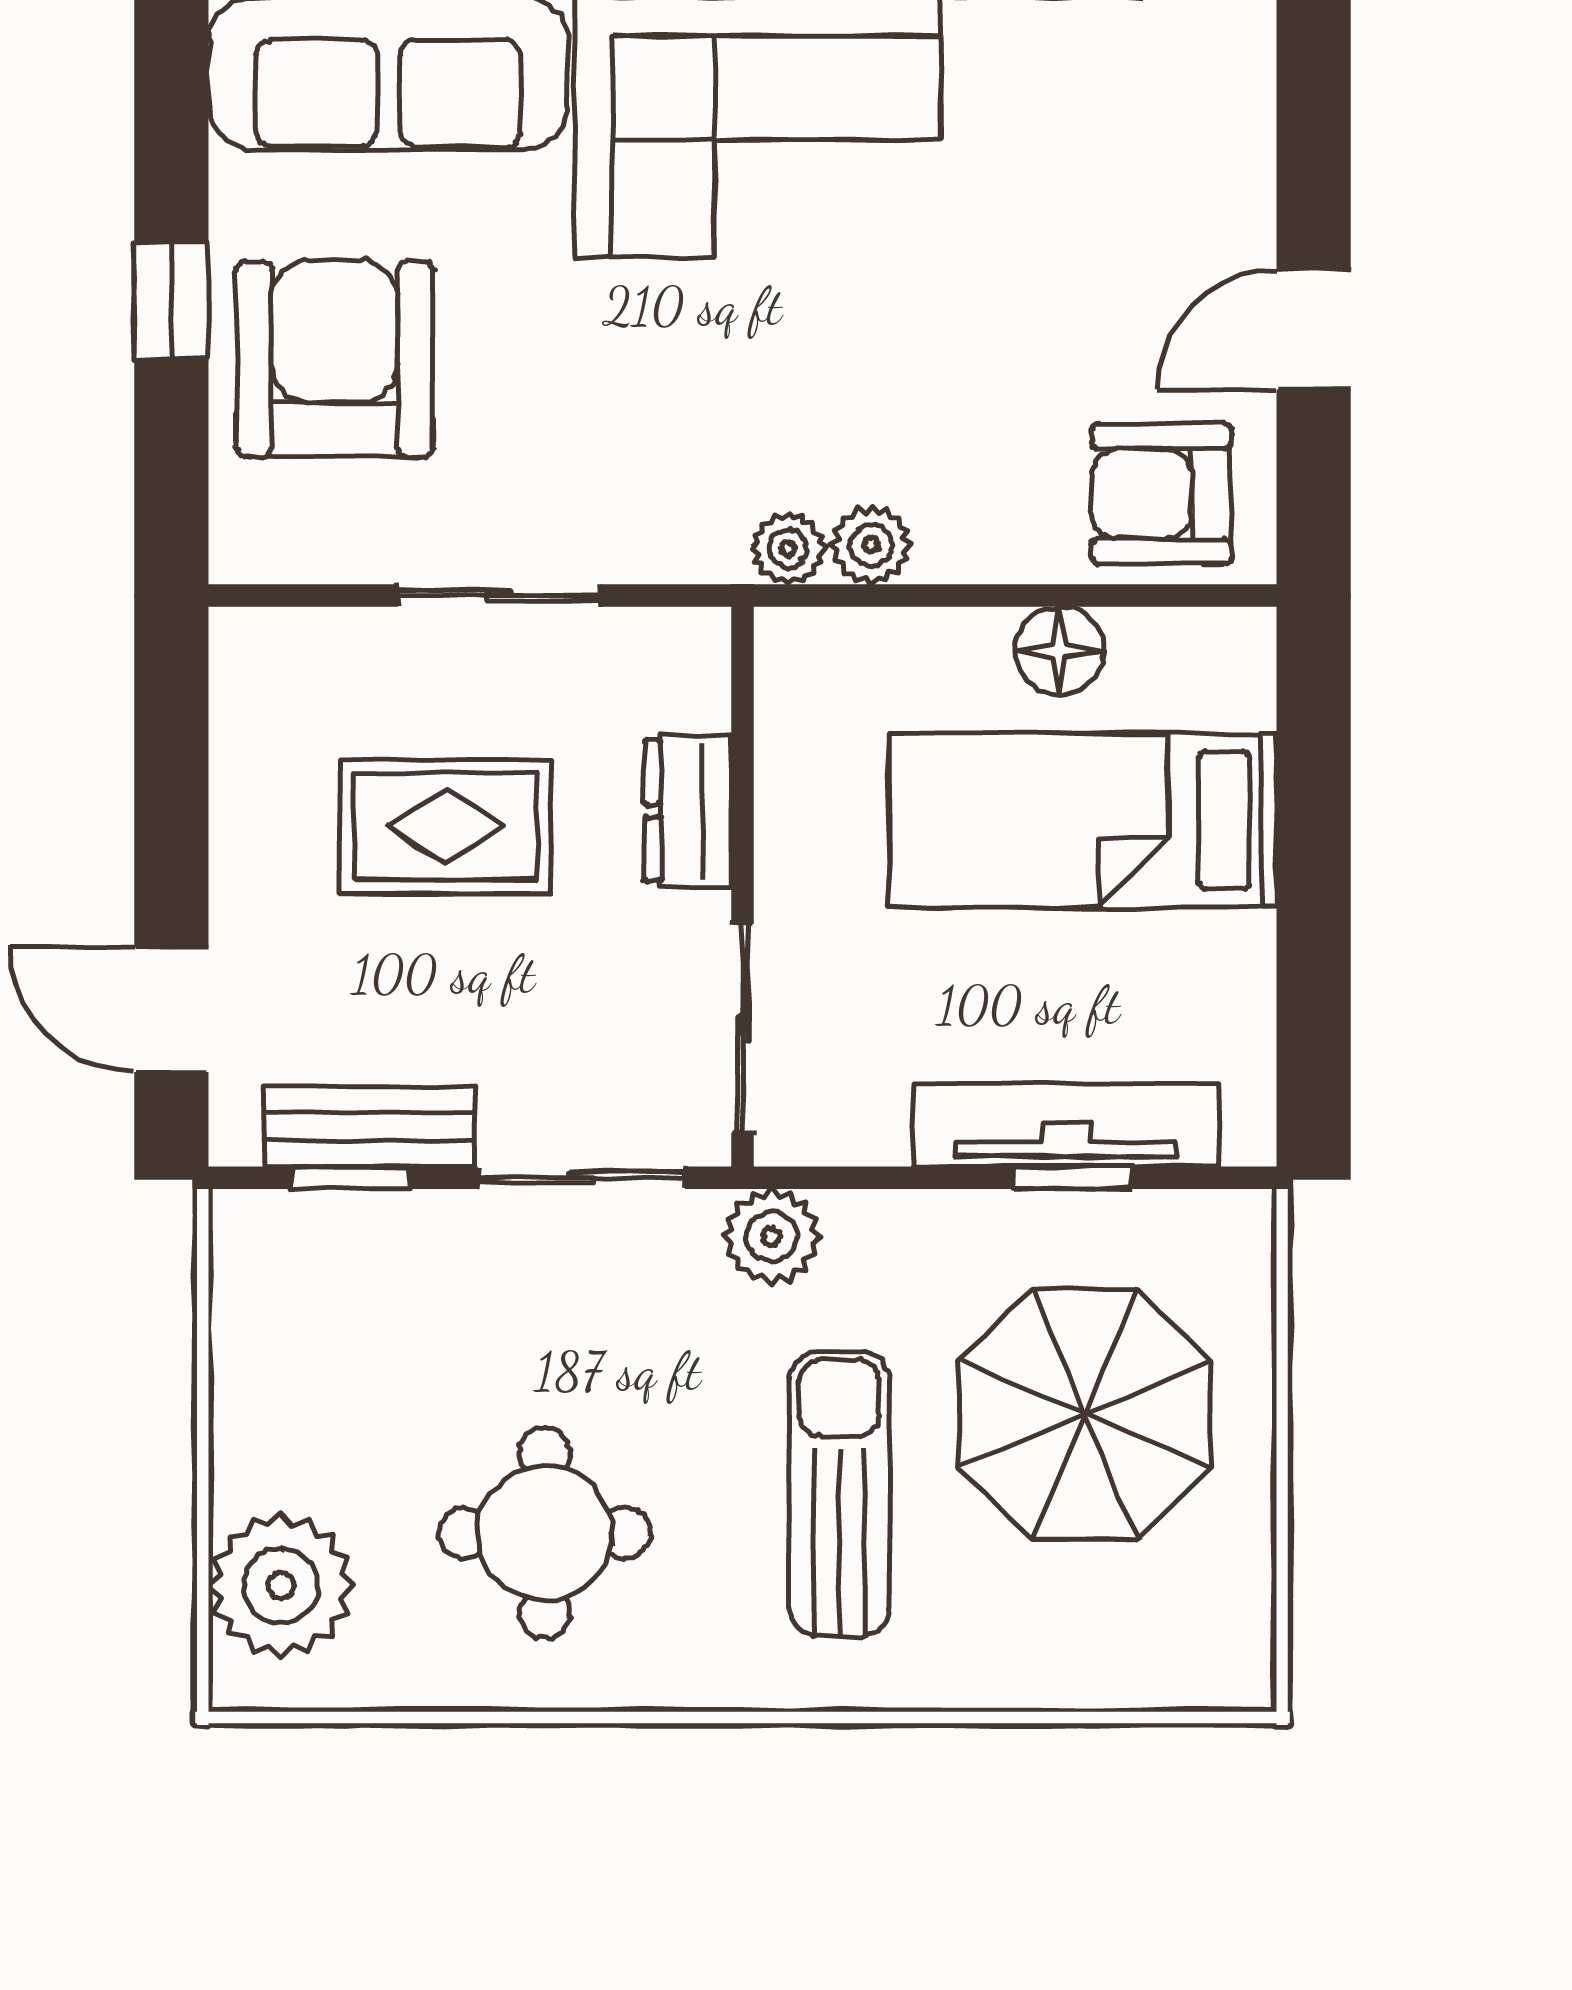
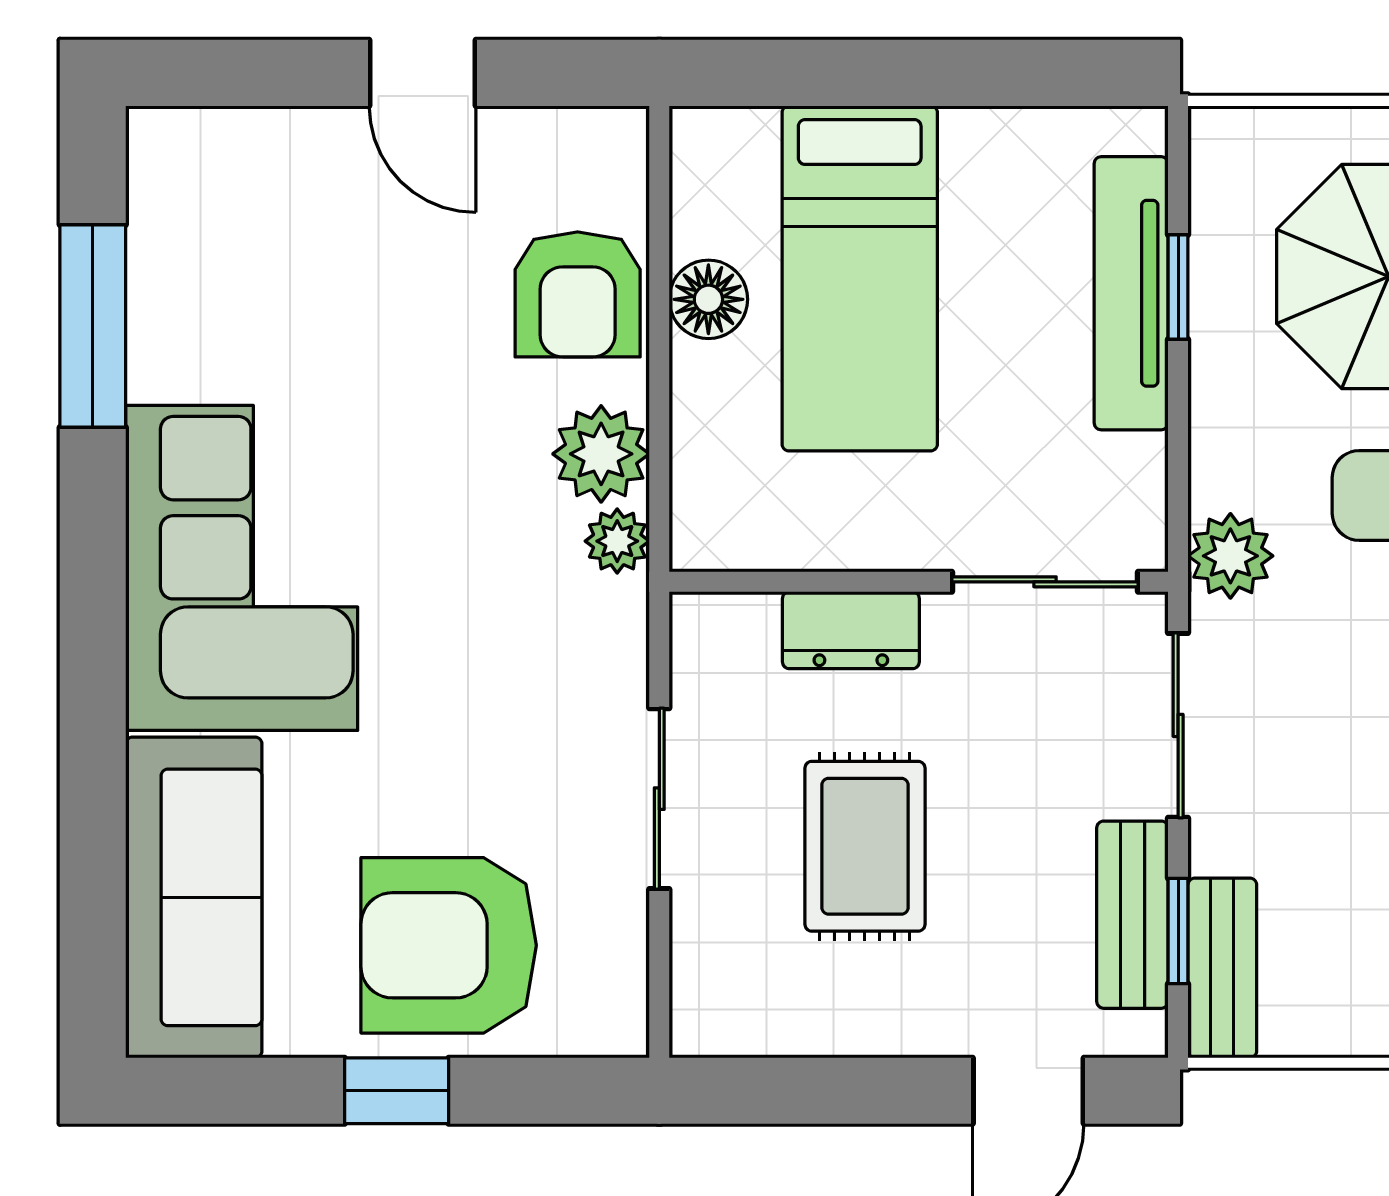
armchair: (1161, 494) -> (578, 294), moved
plant: (871, 545) -> (601, 454), width x1.38, depth x1.38
bench: (309, 1227) -> (1222, 968), added

